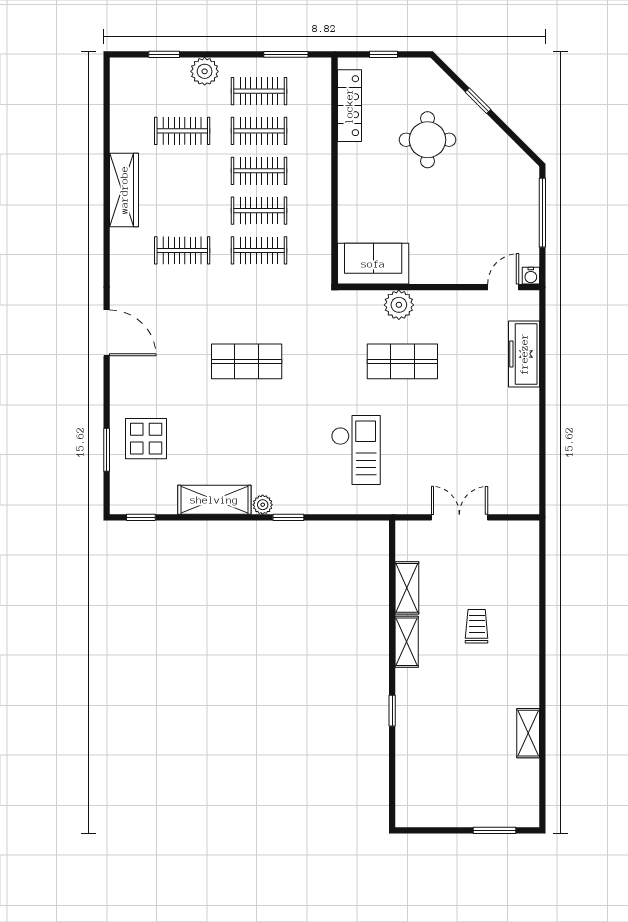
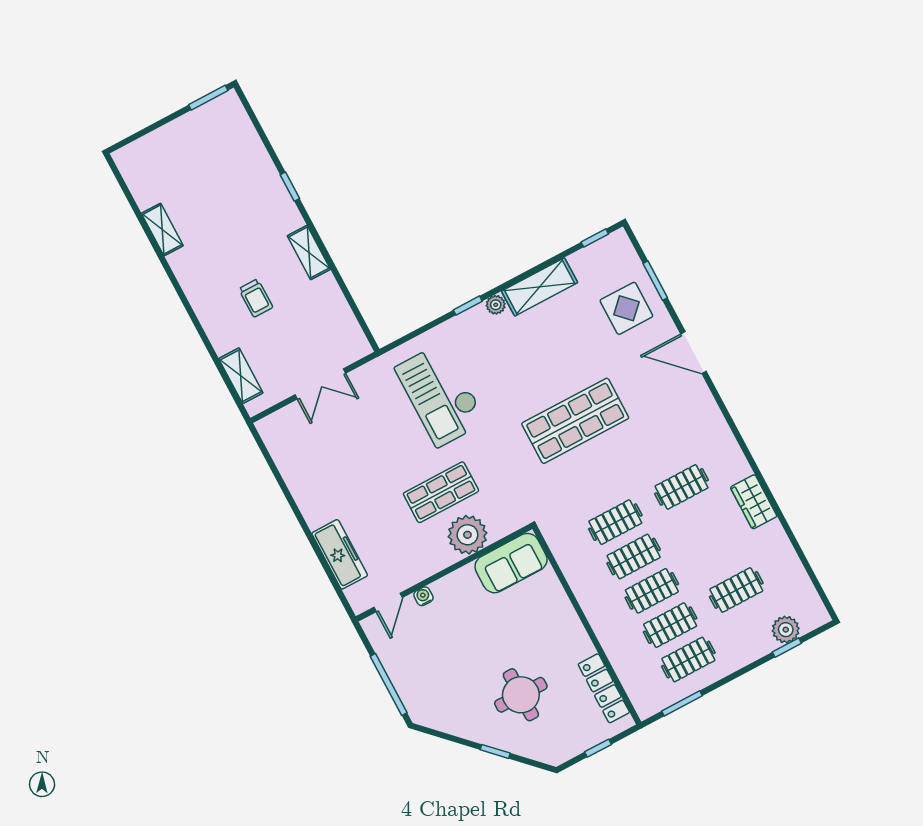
plant: (205, 71) -> (786, 630), moved
wardrobe: (124, 190) -> (754, 502), width x0.67
water cooler: (531, 276) -> (423, 596), moved
plant: (399, 305) -> (467, 535), width x1.36, depth x1.36
door: (107, 333) -> (694, 353), moved
shop shelf: (247, 361) -> (575, 421), width x1.43, depth x1.36
checkout: (356, 450) -> (440, 395), width x1.36, depth x1.21
shelving: (407, 588) -> (241, 376), moved
window: (494, 830) -> (208, 98), moved

